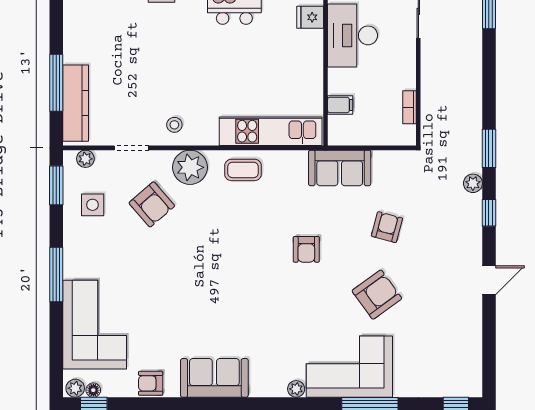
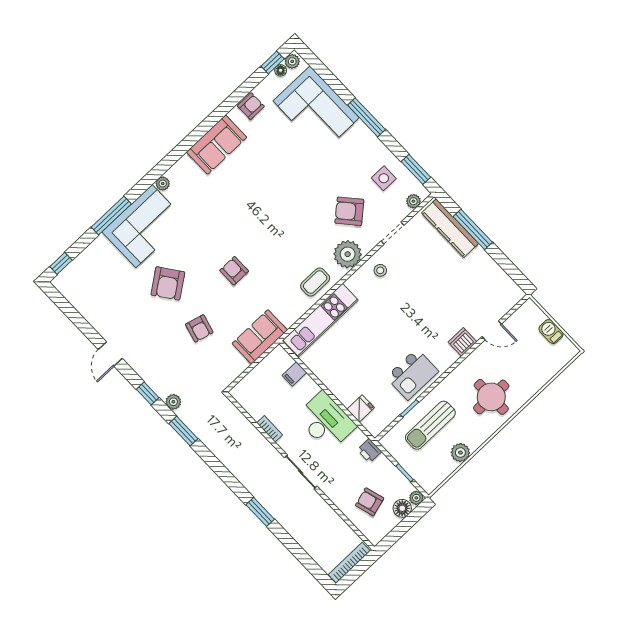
bookcase: (409, 107) -> (270, 429), moved

